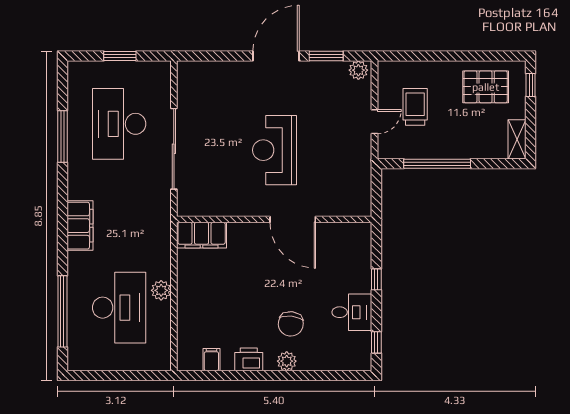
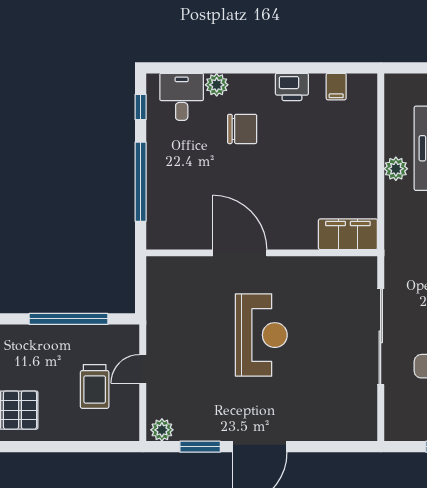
window: (376, 279) -> (141, 182), width x3.17
desk: (352, 312) -> (182, 97), moved, turned 90
chair: (291, 324) -> (242, 129), turned 83
plant: (287, 361) -> (217, 85), moved

